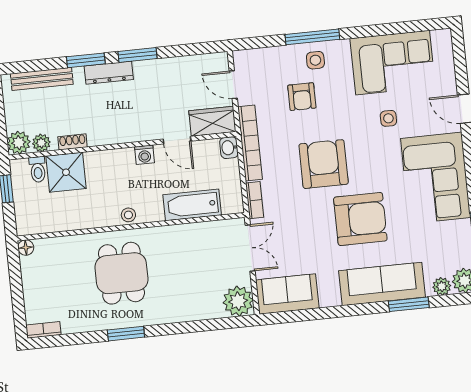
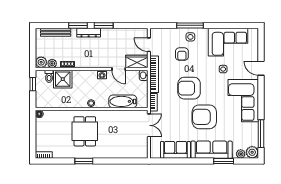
armchair: (324, 164) -> (189, 88), turned -90
armchair: (360, 219) -> (204, 117), turned 180
sofa: (287, 294) -> (175, 150), moved
plant: (238, 301) -> (140, 151), removed

